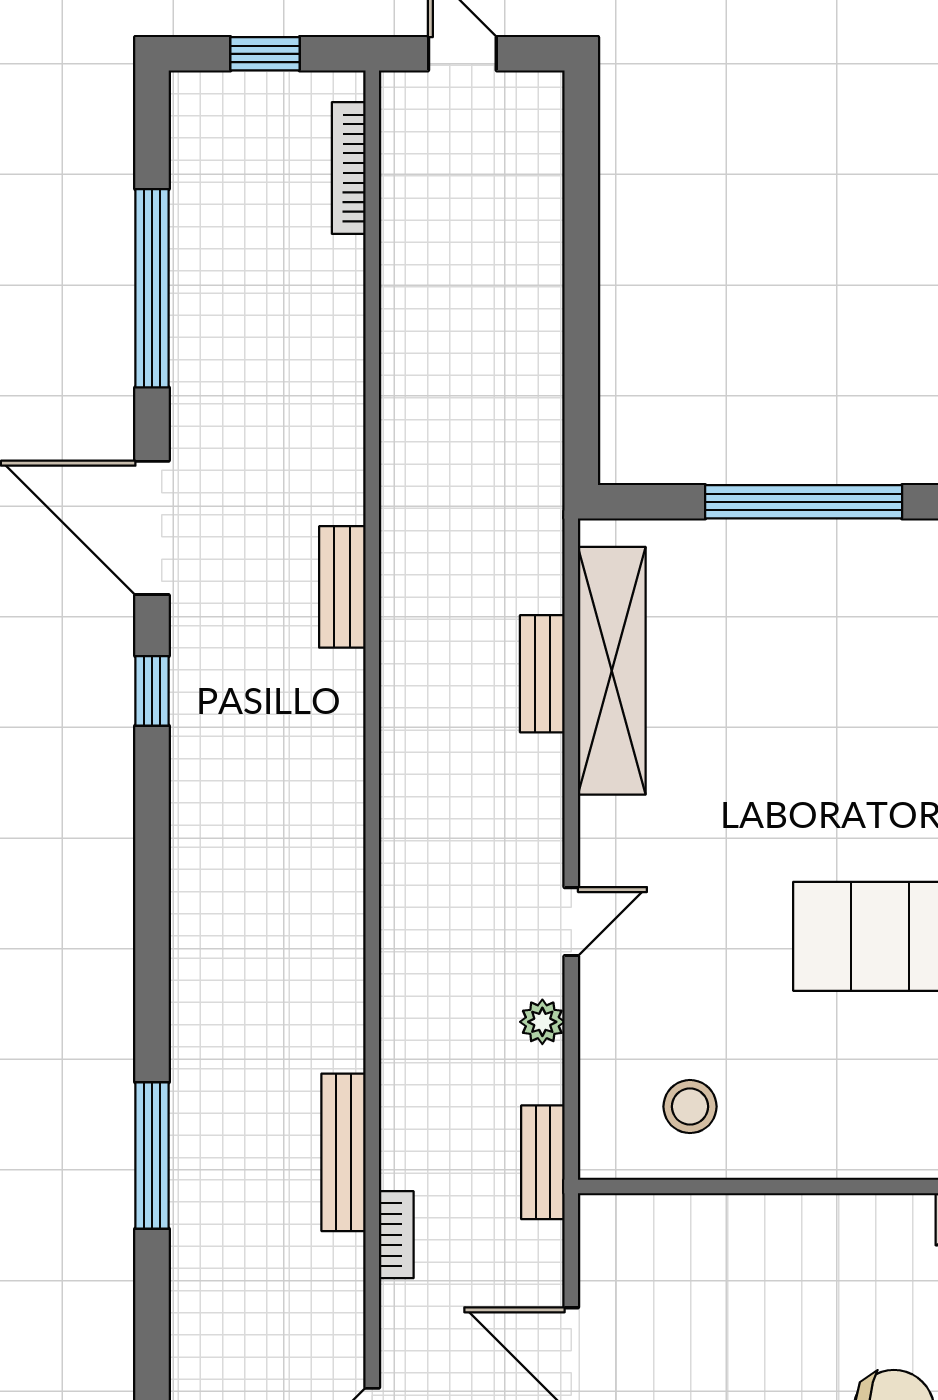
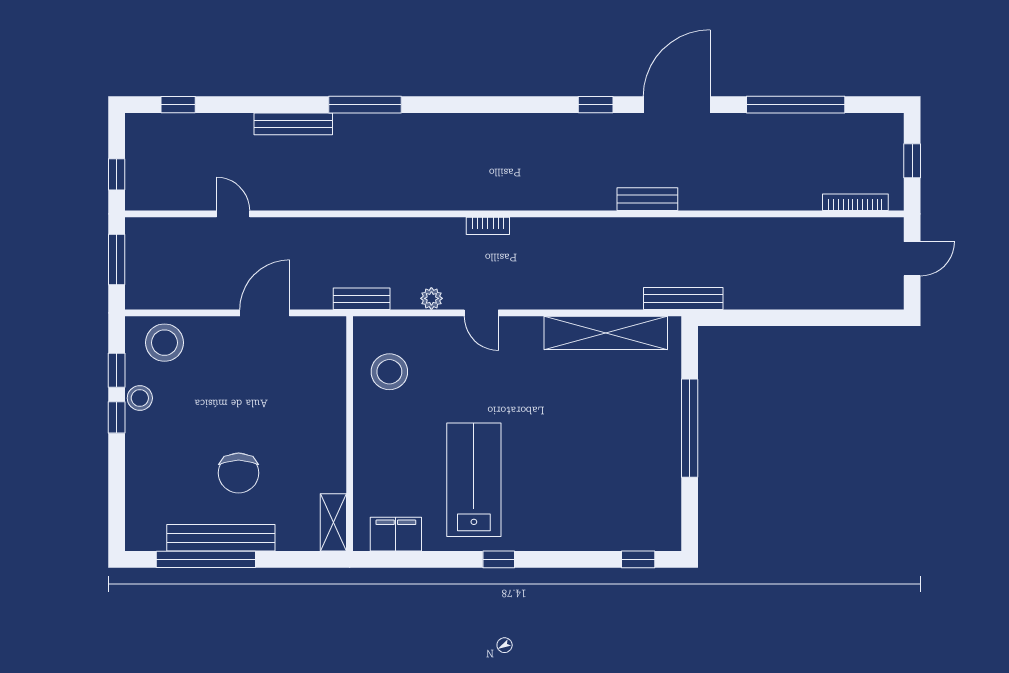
bench: (542, 674) -> (683, 298), moved, width x1.36
stool: (690, 1107) -> (389, 372), width x1.38, depth x1.38
bench: (343, 1152) -> (293, 124), moved
bookcase: (396, 1235) -> (488, 226), moved

